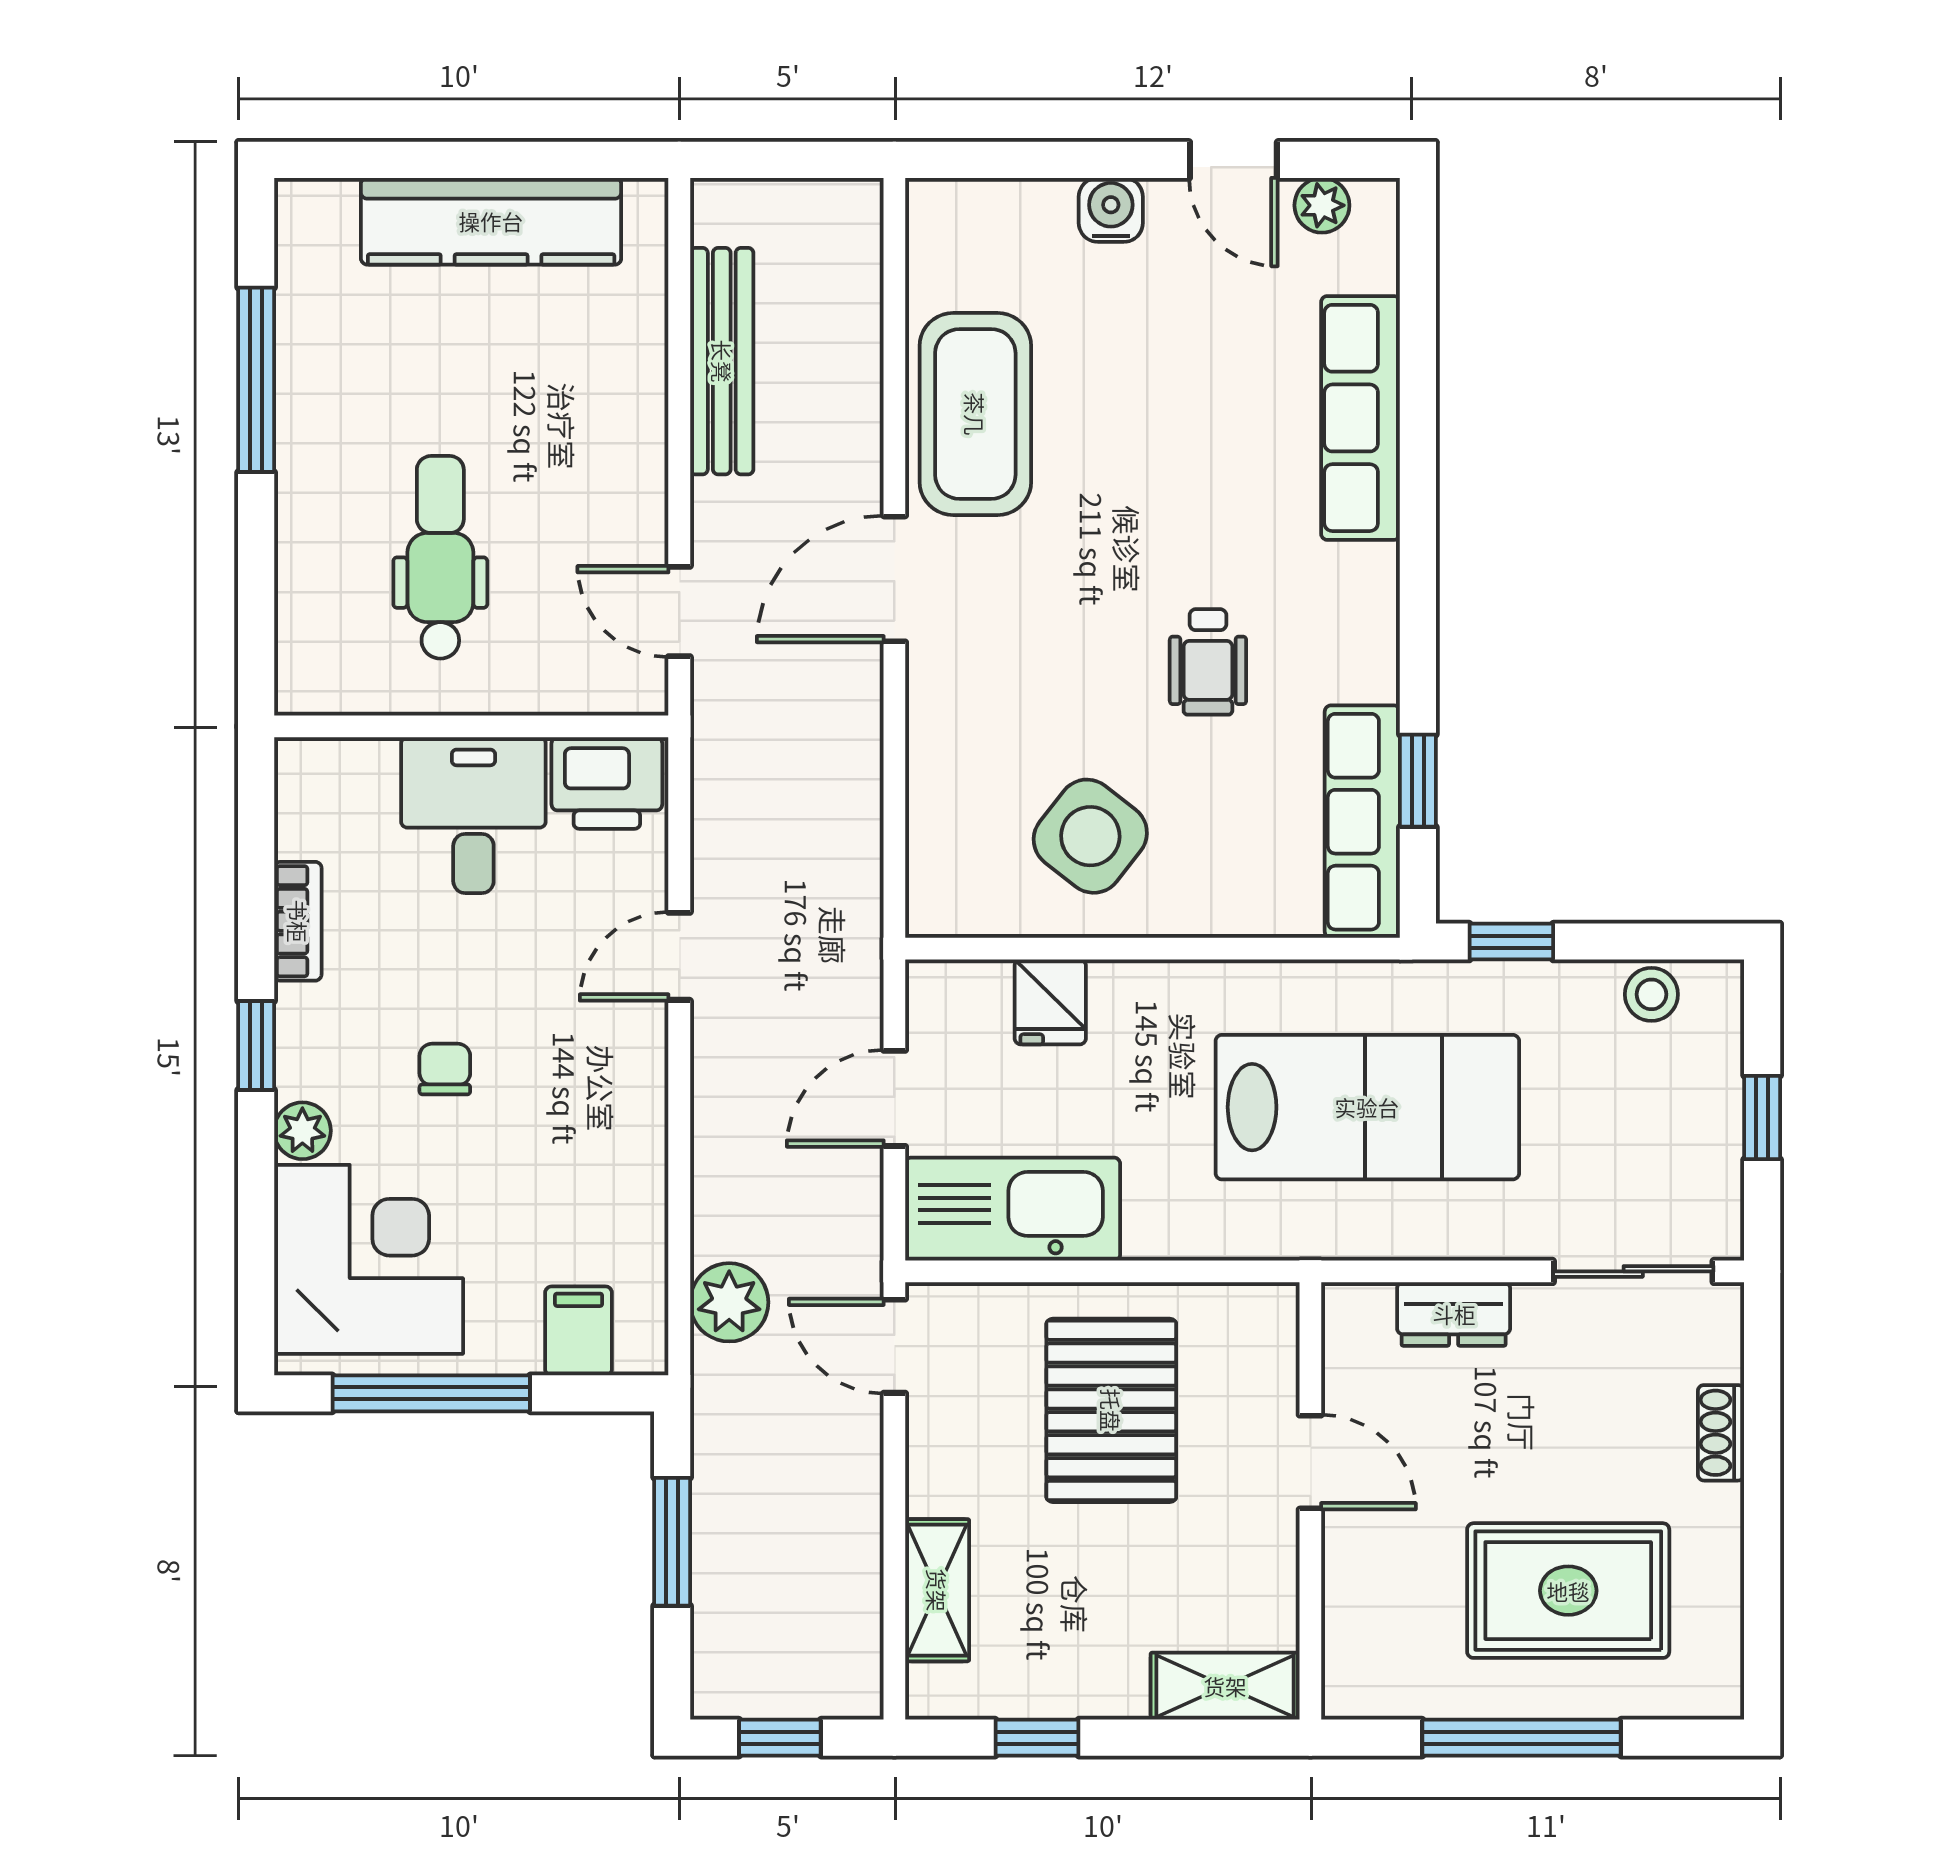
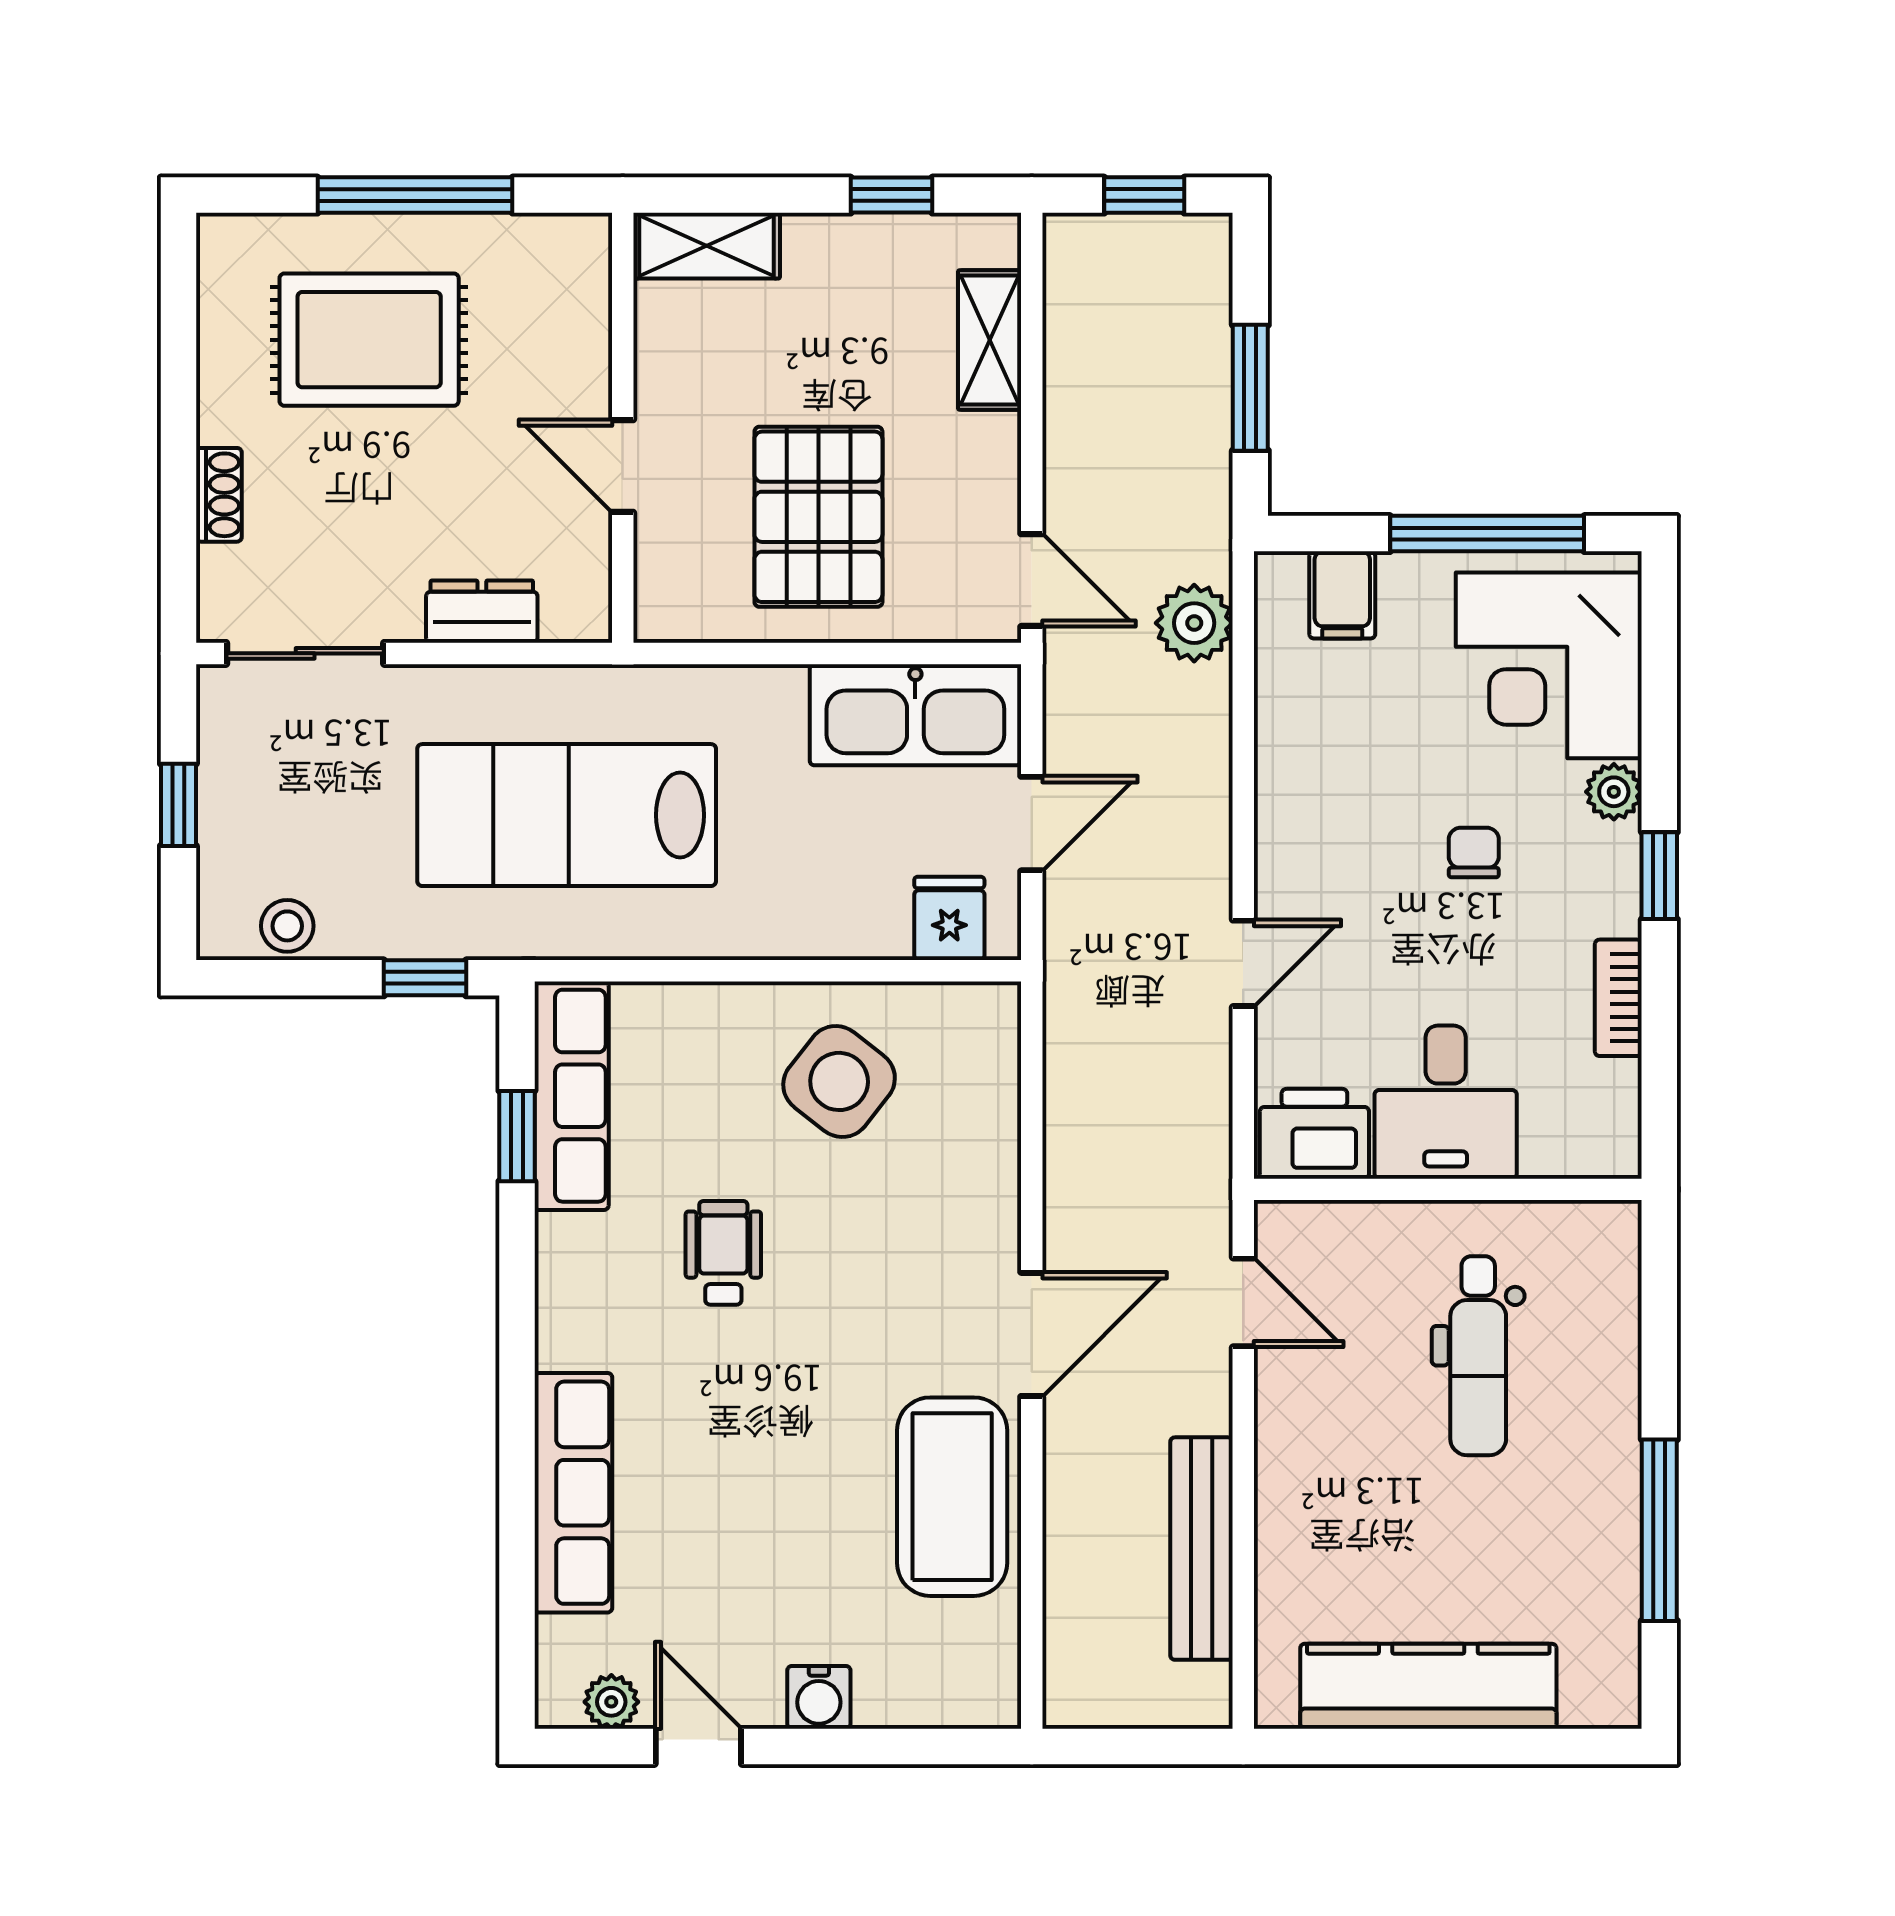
fridge: (1050, 1002) -> (949, 918), moved
chair: (445, 1069) -> (1474, 852), turned 180

